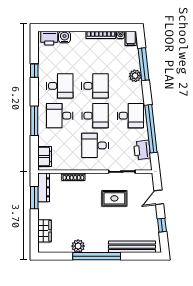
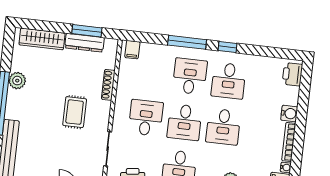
water cooler: (65, 37) -> (289, 113), moved
window: (34, 71) -> (227, 47), moved
filing cabinet: (45, 156) -> (132, 50), width x0.50
dresser: (44, 187) -> (85, 43), moved
rug: (114, 198) -> (75, 112), moved
wardrobe: (44, 231) -> (42, 39), width x1.50

